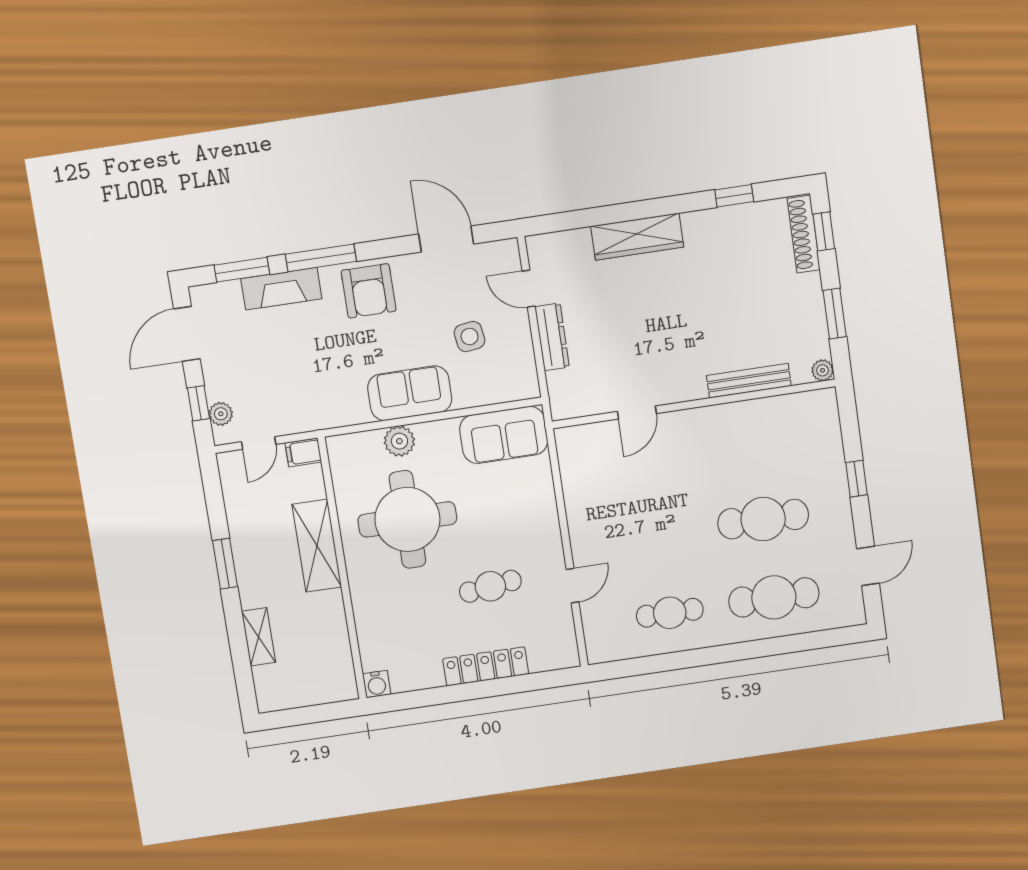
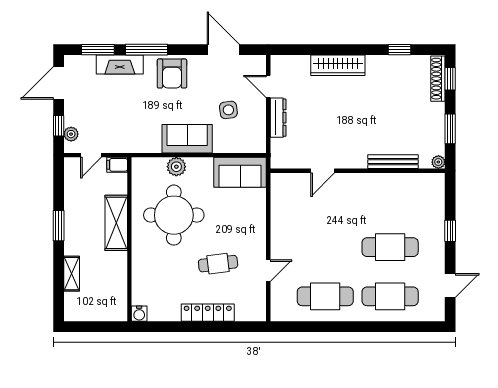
cafe table: (670, 613) -> (325, 296), width x1.37, depth x1.35

